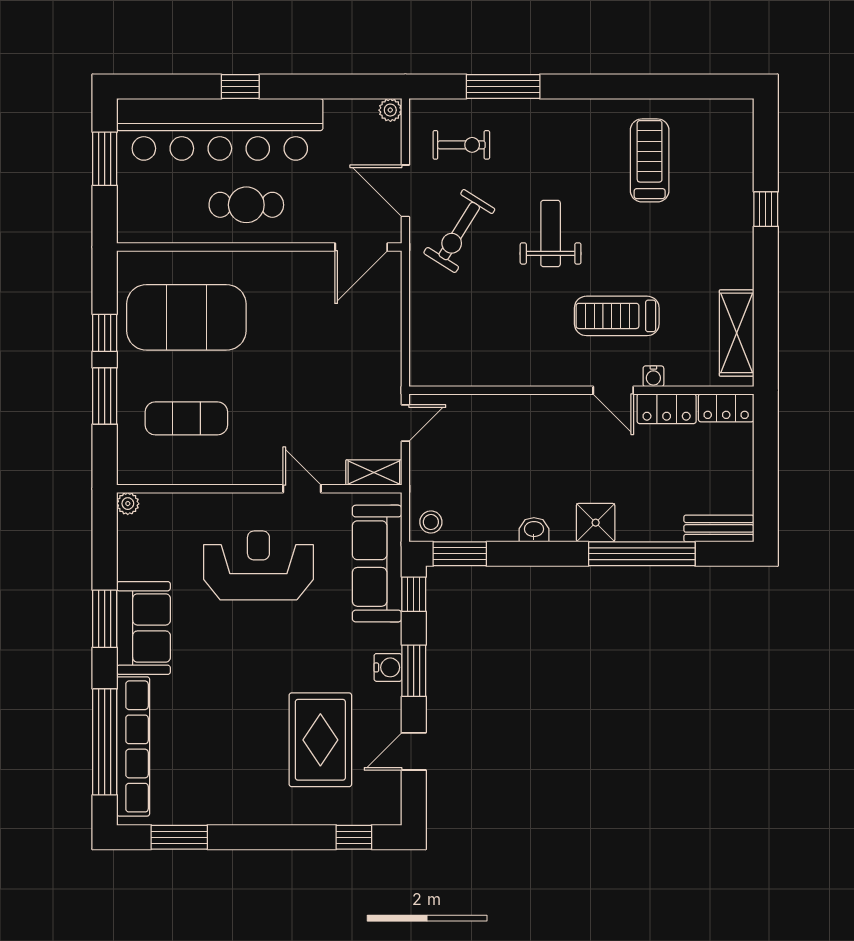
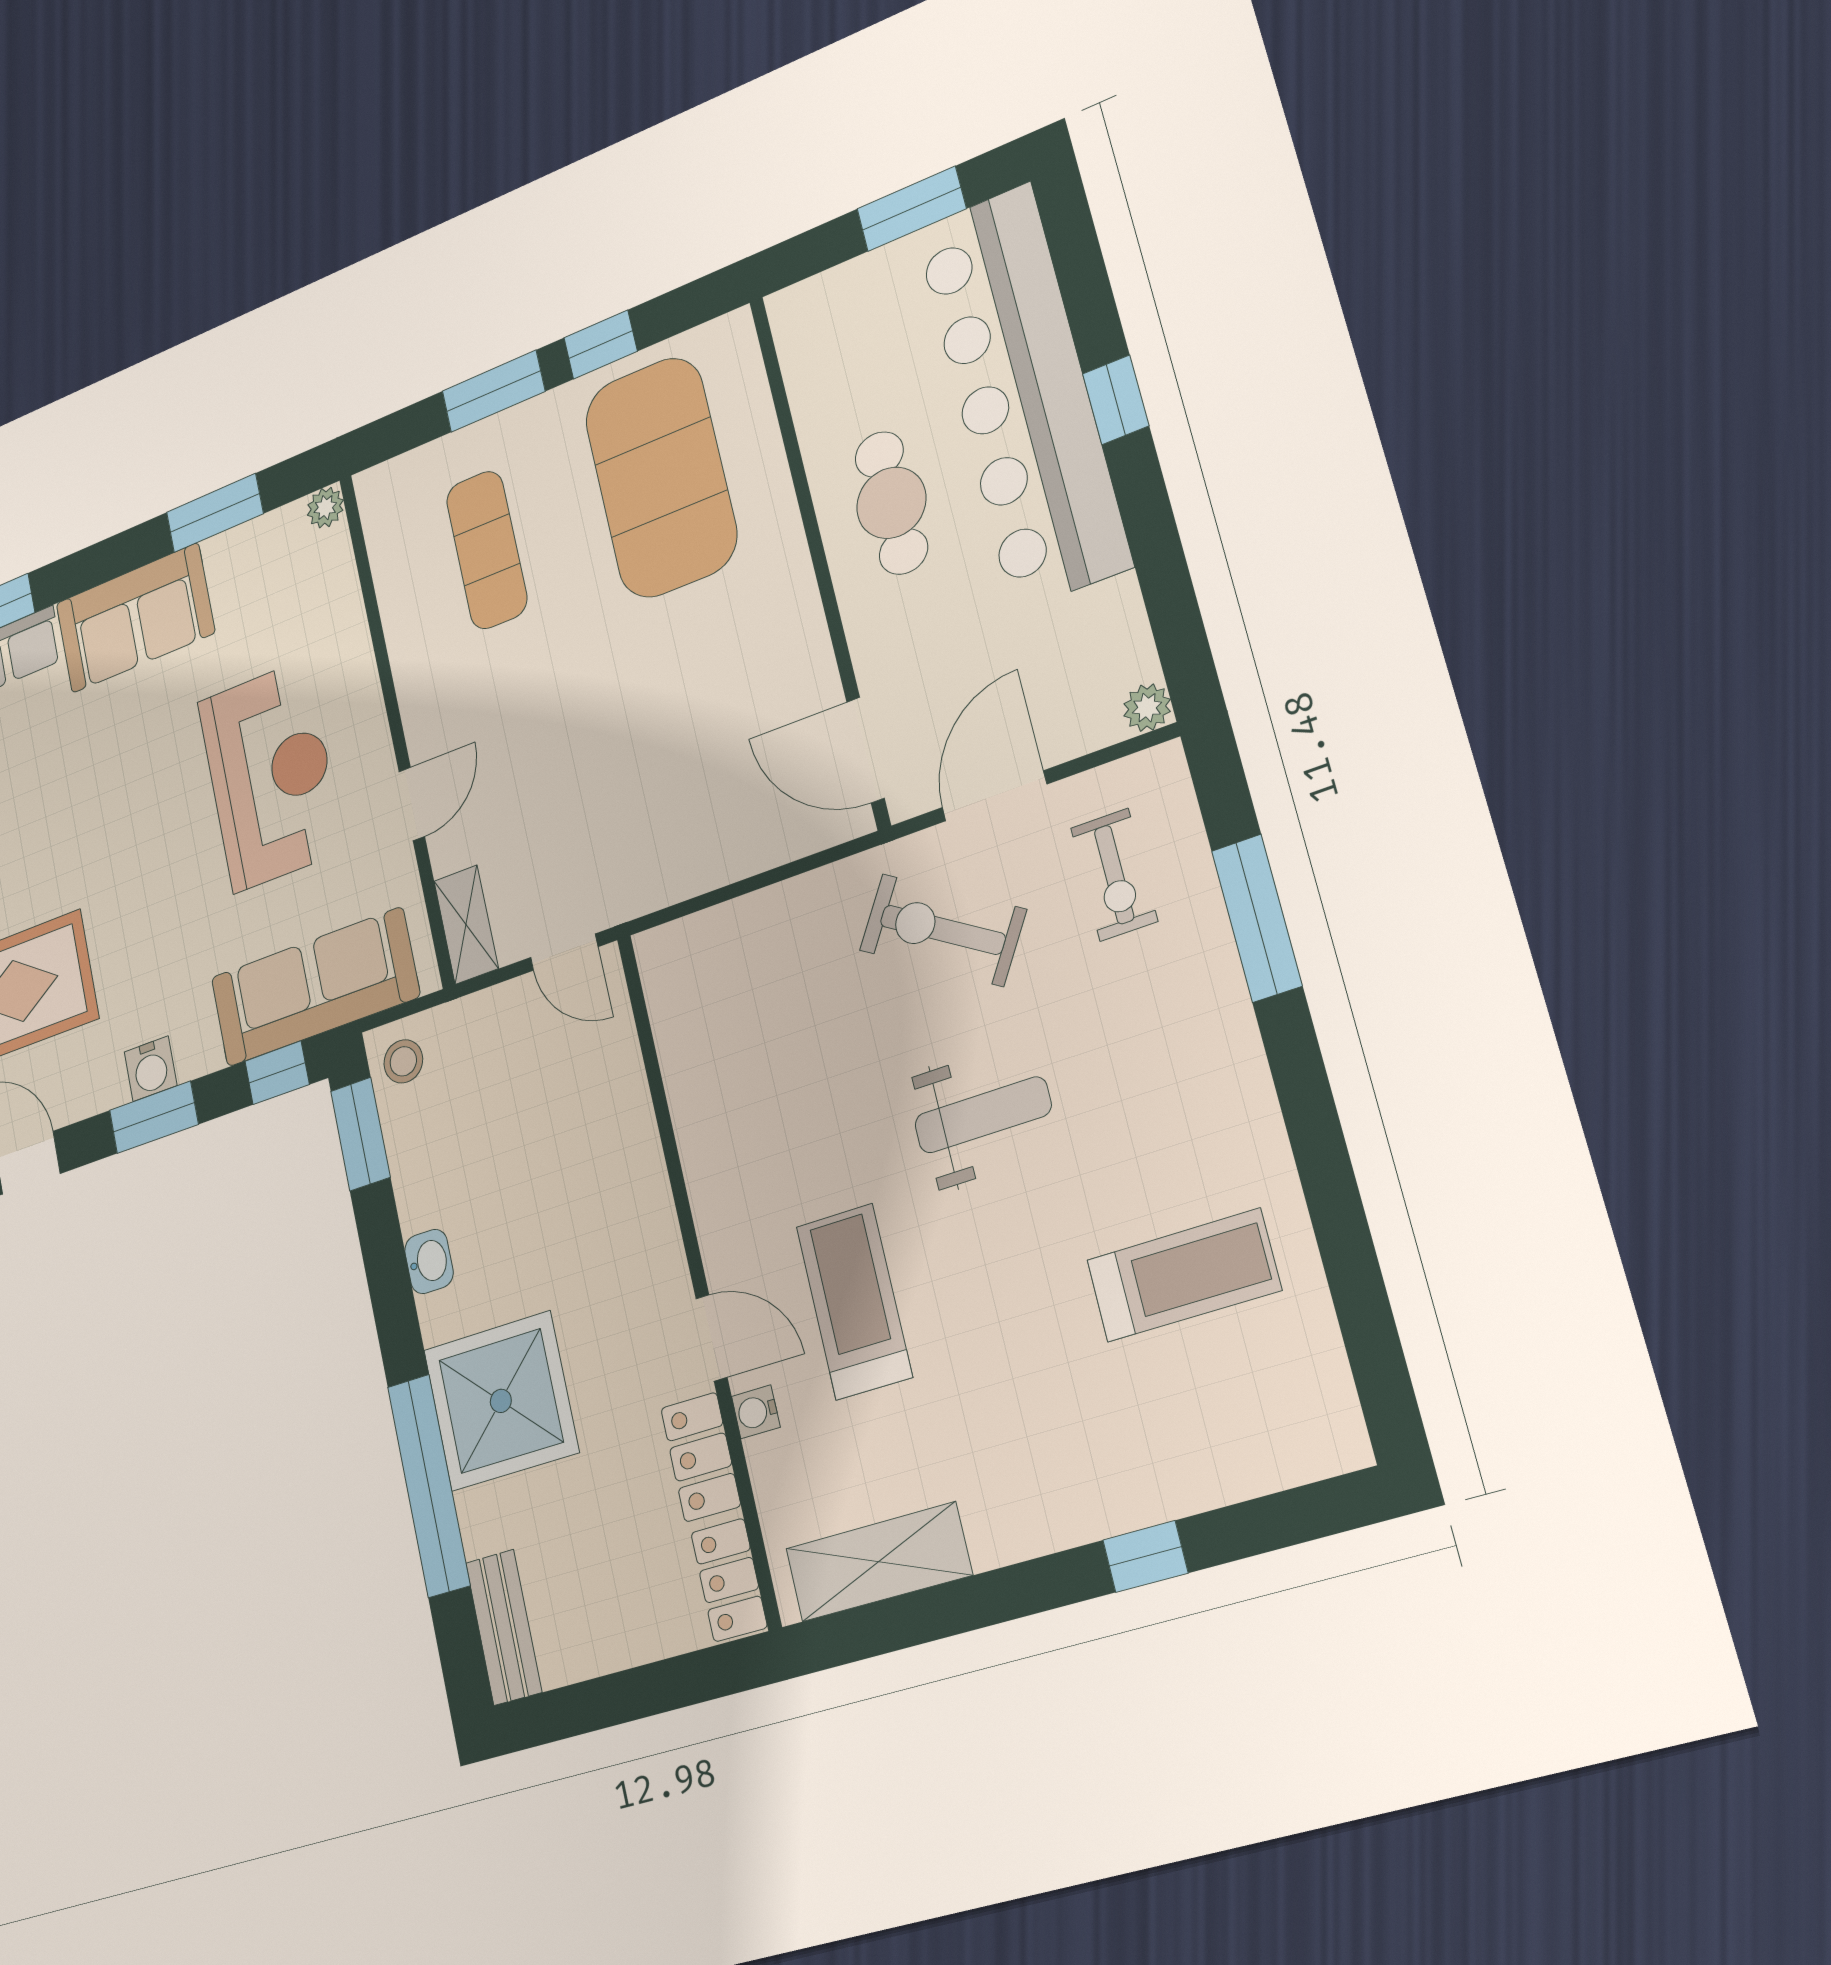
door: (613, 390) -> (712, 1338), swing flipped
shower: (596, 523) -> (501, 1401), width x1.86, depth x1.86
window: (105, 619) -> (215, 513), moved

